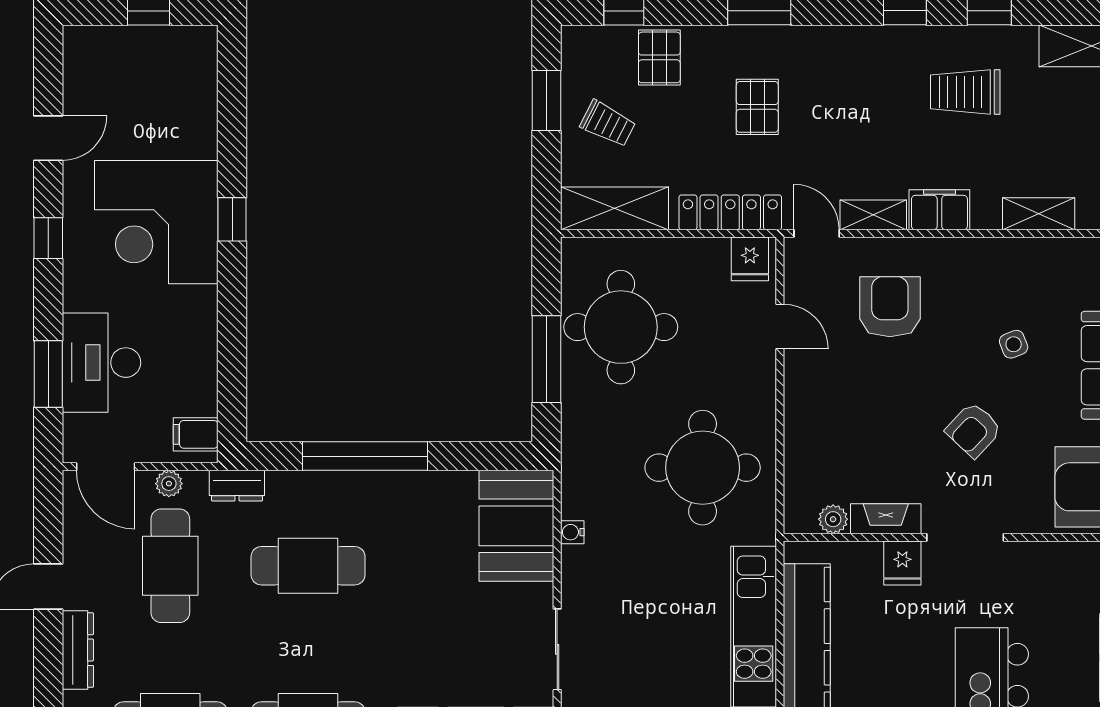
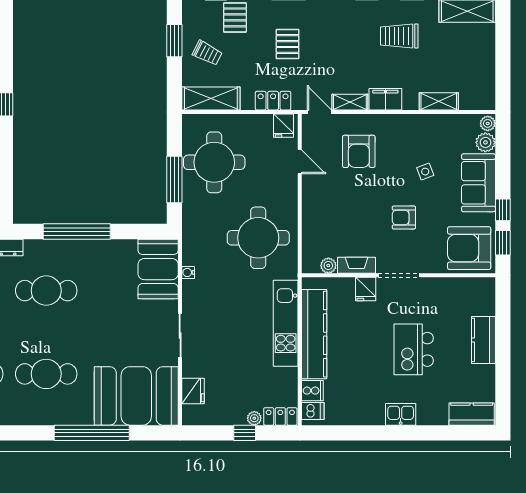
locker: (730, 212) -> (273, 101), width x0.66
armchair: (890, 307) -> (359, 151), turned 180
armchair: (974, 430) -> (404, 218), turned 47

